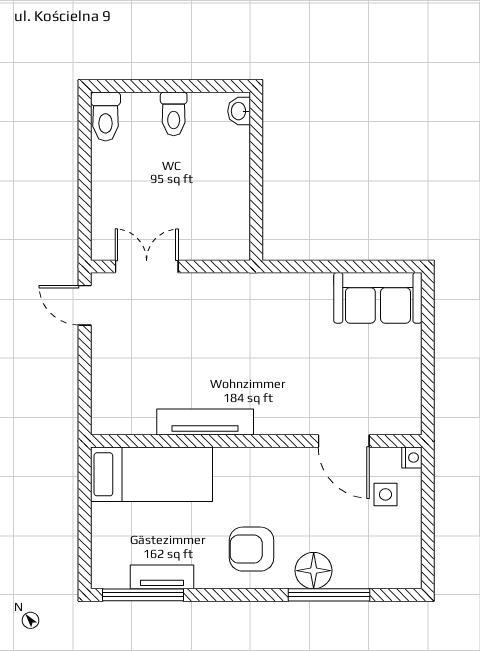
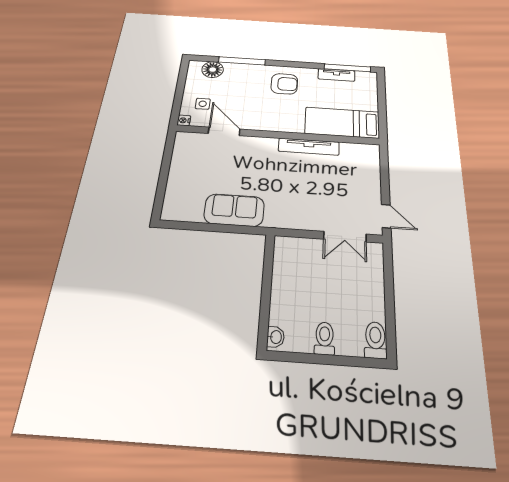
sofa: (378, 298) -> (234, 210), moved
floor lamp: (314, 571) -> (213, 70), moved

